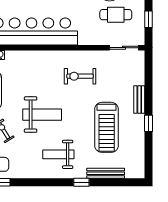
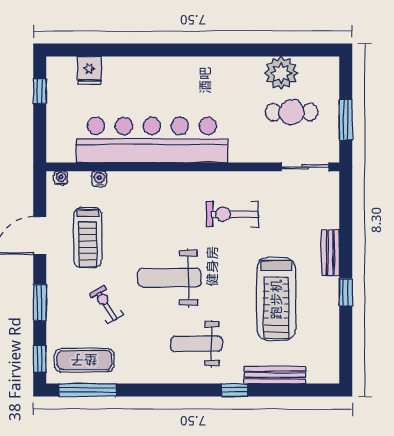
window: (148, 19) -> (346, 120), width x1.50
weight bench: (42, 115) -> (169, 278), turned 180

